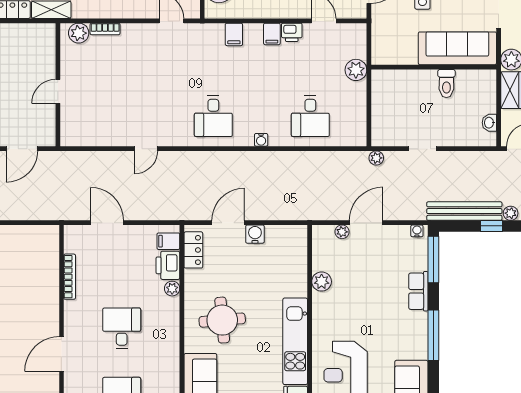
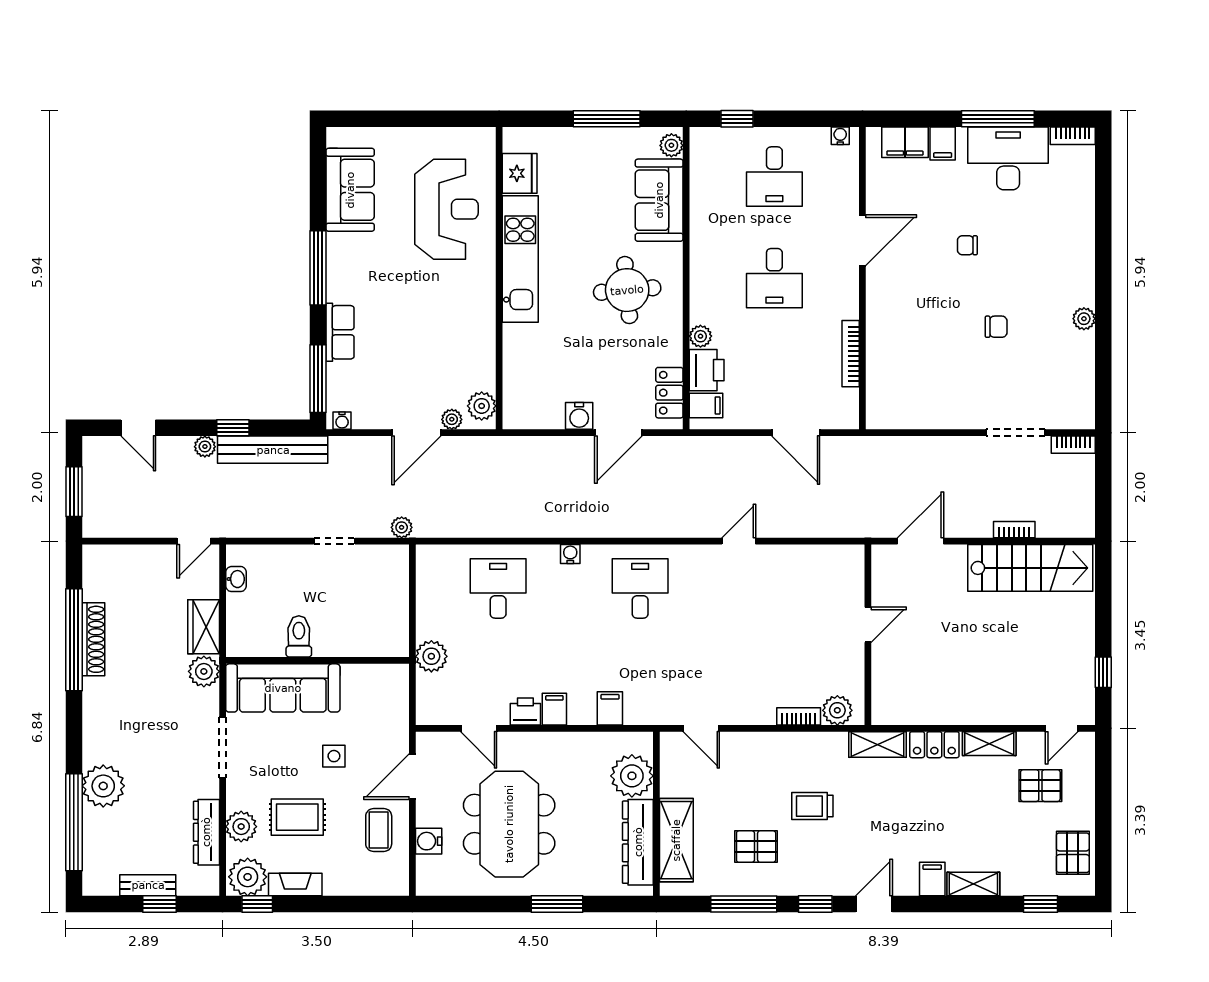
plant: (322, 282) -> (482, 406), moved

